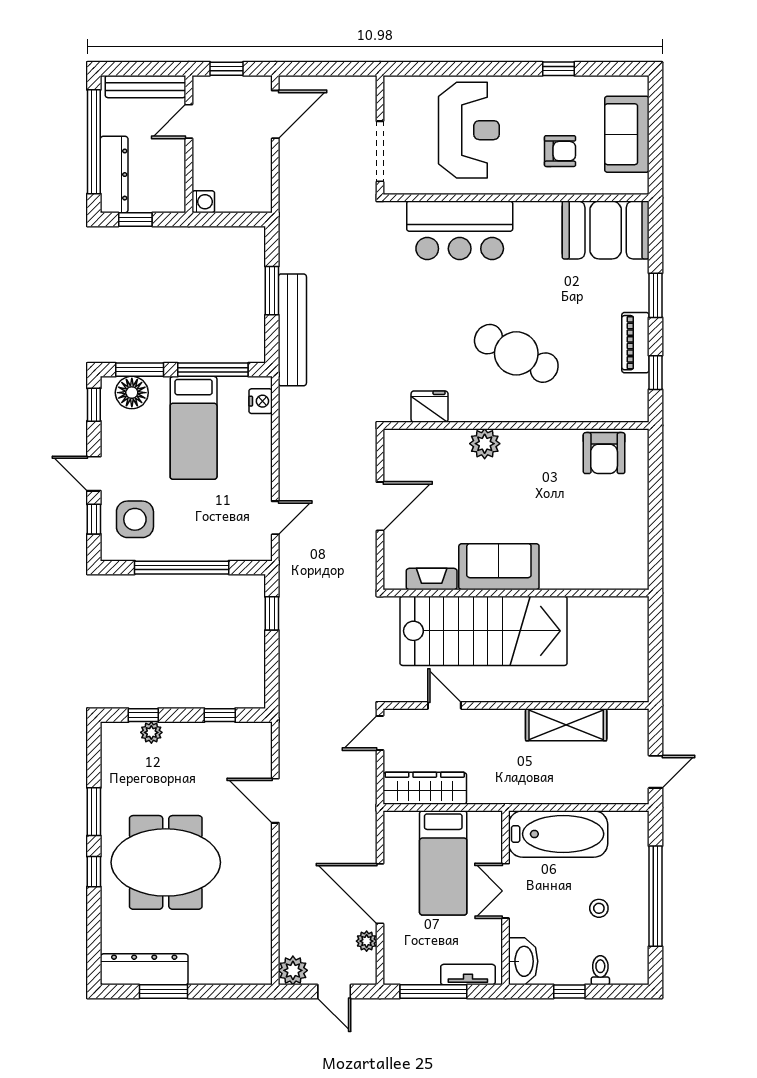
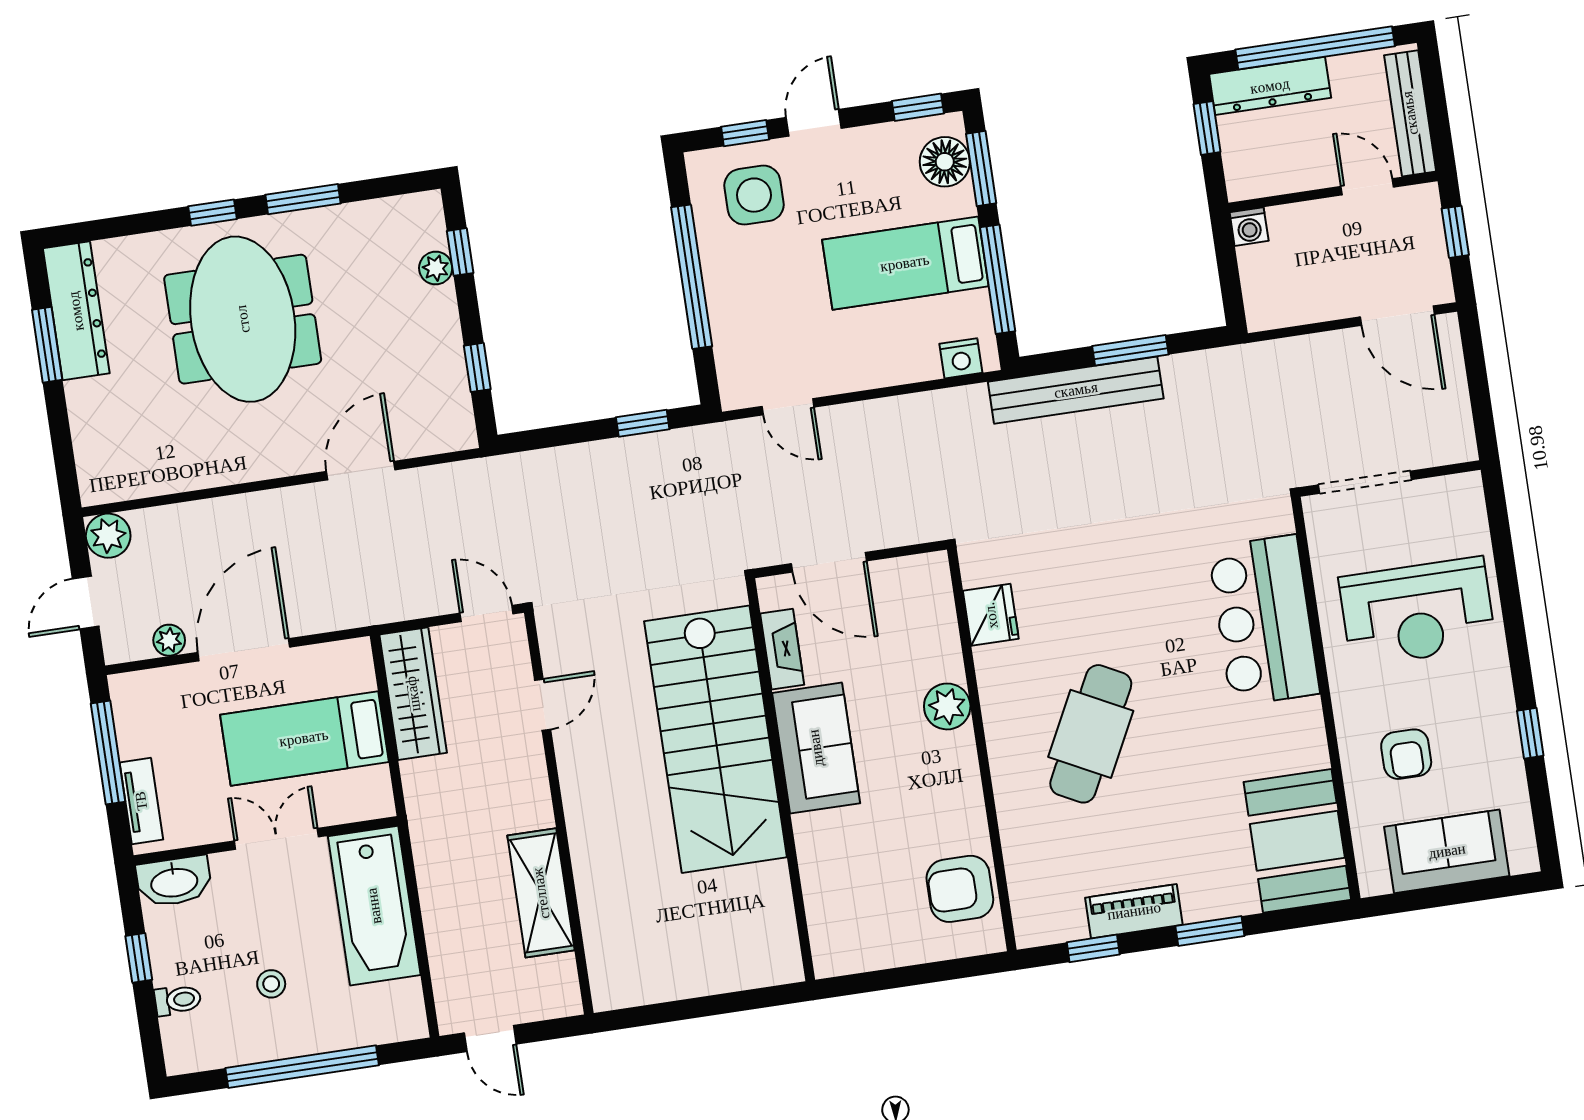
sofa: (499, 567) -> (816, 748), moved
fireplace: (432, 579) -> (782, 649), moved
wall: (516, 593) -> (780, 780), moved
stairs: (484, 631) -> (716, 739), moved

